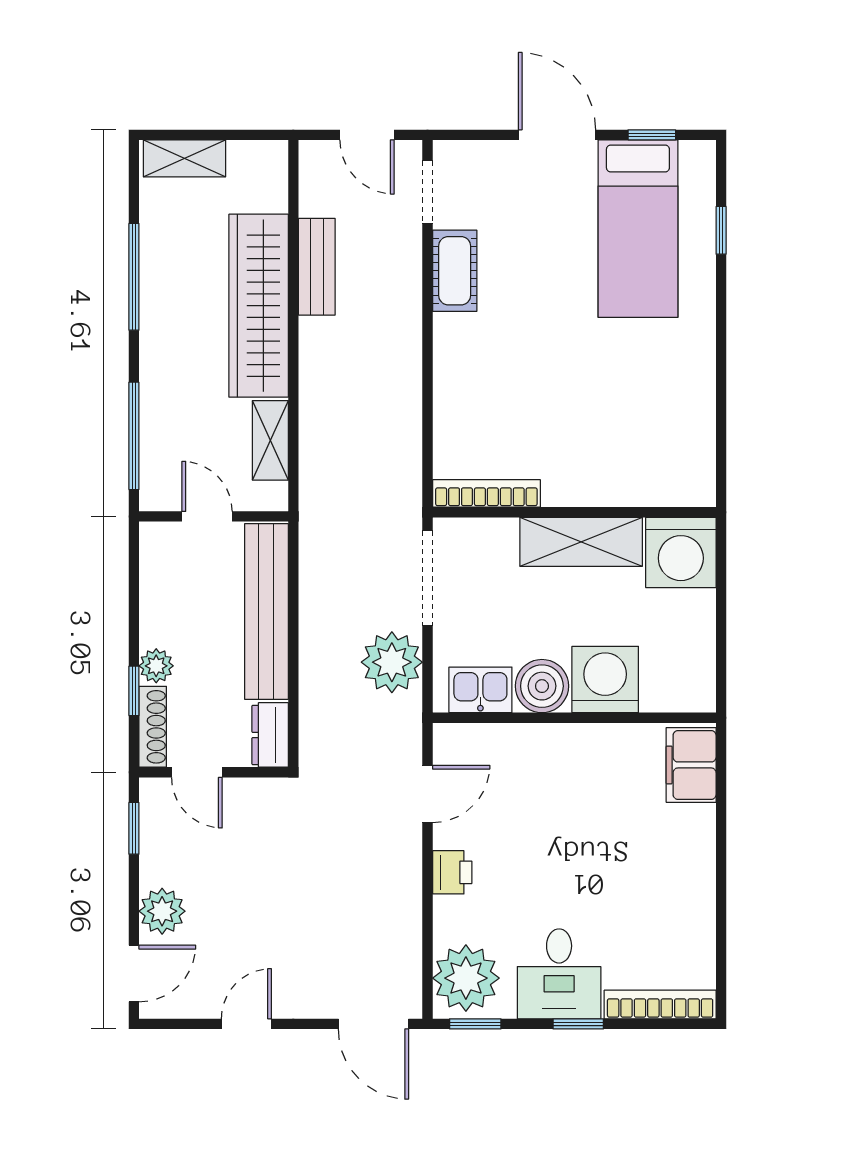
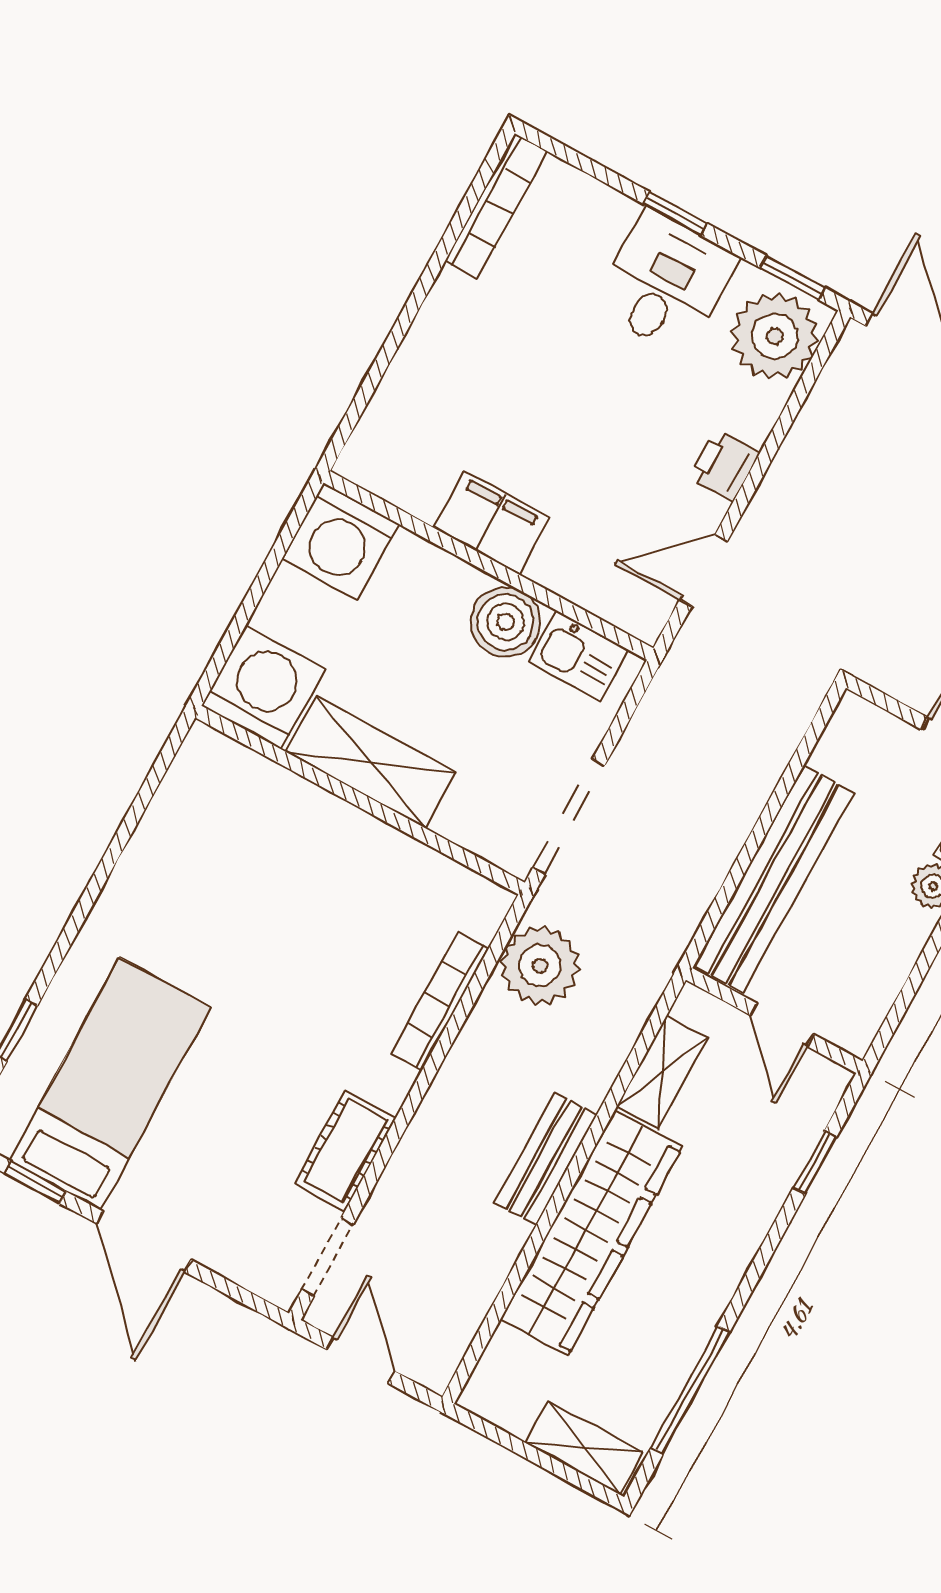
bench: (317, 267) -> (545, 1159), moved
window: (134, 277) -> (690, 1390), moved
window: (134, 436) -> (815, 1162), width x0.46
bookcase: (486, 493) -> (440, 1001), moved, turned 90
plant: (392, 662) -> (540, 966), moved
washing machine: (605, 679) -> (341, 541), moved
dresser: (270, 735) -> (846, 736), removed
filing cabinet: (691, 765) -> (491, 523), moved, turned -90
bookcase: (660, 1005) -> (496, 206), moved, turned -90

